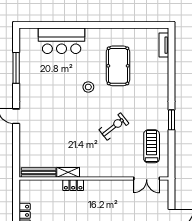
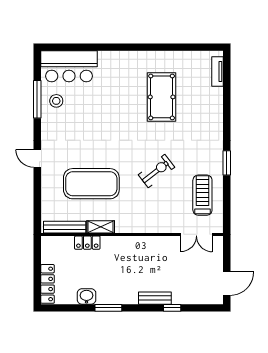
bar counter: (62, 41) -> (69, 66), moved
stool: (88, 87) -> (56, 101), moved
exercise mat: (60, 137) -> (91, 184), added
locker: (73, 185) -> (87, 243), moved

